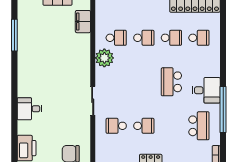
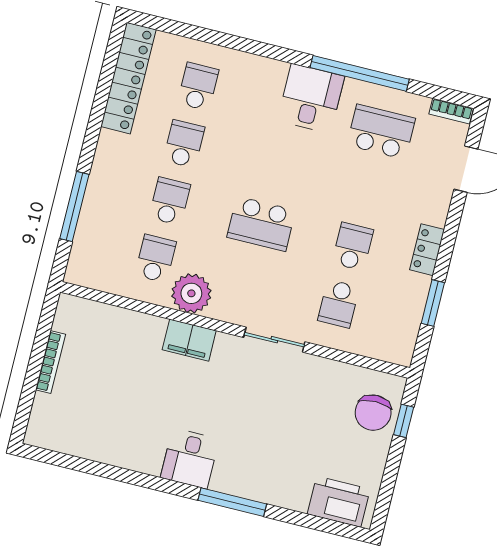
filing cabinet: (83, 22) -> (189, 340), moved
window: (14, 35) -> (232, 502), moved
school desk: (171, 82) -> (261, 224), moved
desk: (29, 109) -> (190, 458), moved

